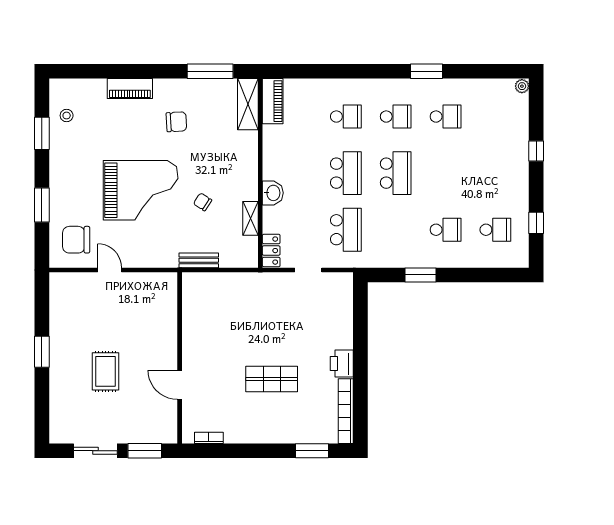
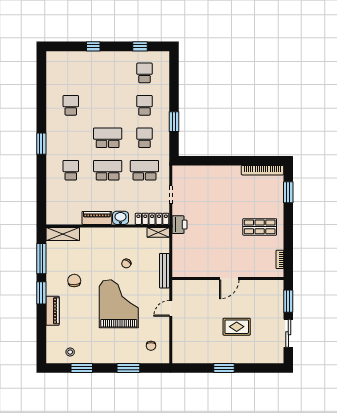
window: (157, 71) -> (41, 293), added
window: (427, 71) -> (41, 144), moved
plant: (522, 86) -> (51, 56), removed
piano: (273, 101) -> (97, 218), moved
school desk: (396, 117) -> (144, 138), moved
shelving: (251, 218) -> (158, 232), moved
chair: (76, 240) -> (151, 346), width x0.54, depth x0.54
locker: (271, 251) -> (152, 219), width x1.53
bench: (199, 260) -> (164, 271), width x1.36
door: (110, 270) -> (171, 308), moved
printer: (342, 364) -> (179, 225), moved, turned -90
shop shelf: (272, 379) -> (260, 227), moved, turned 90
door: (180, 385) -> (229, 278), moved

